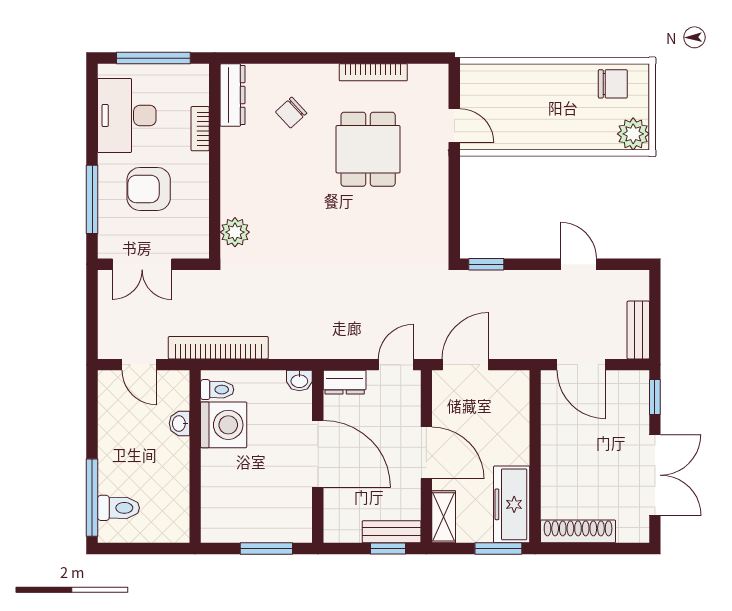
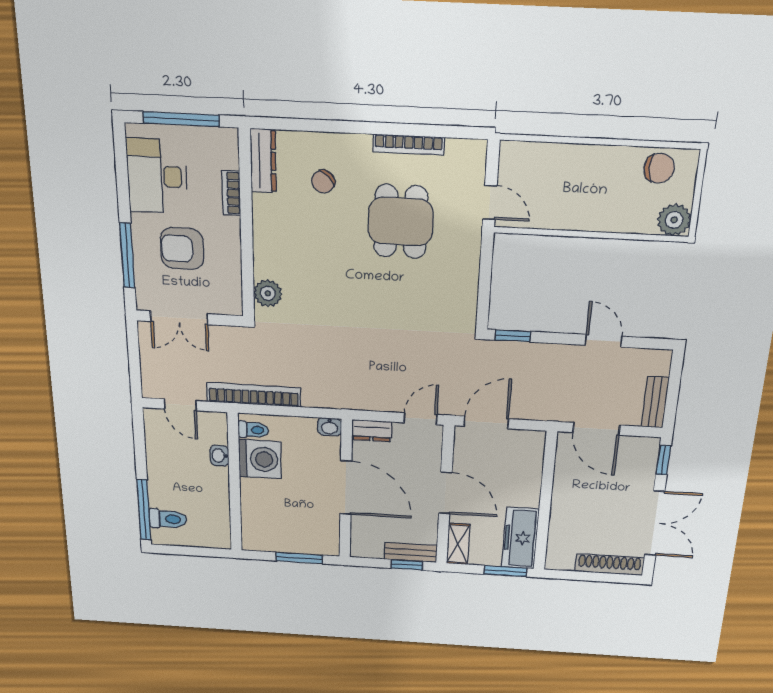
shoe rack: (578, 531) -> (609, 565), moved

